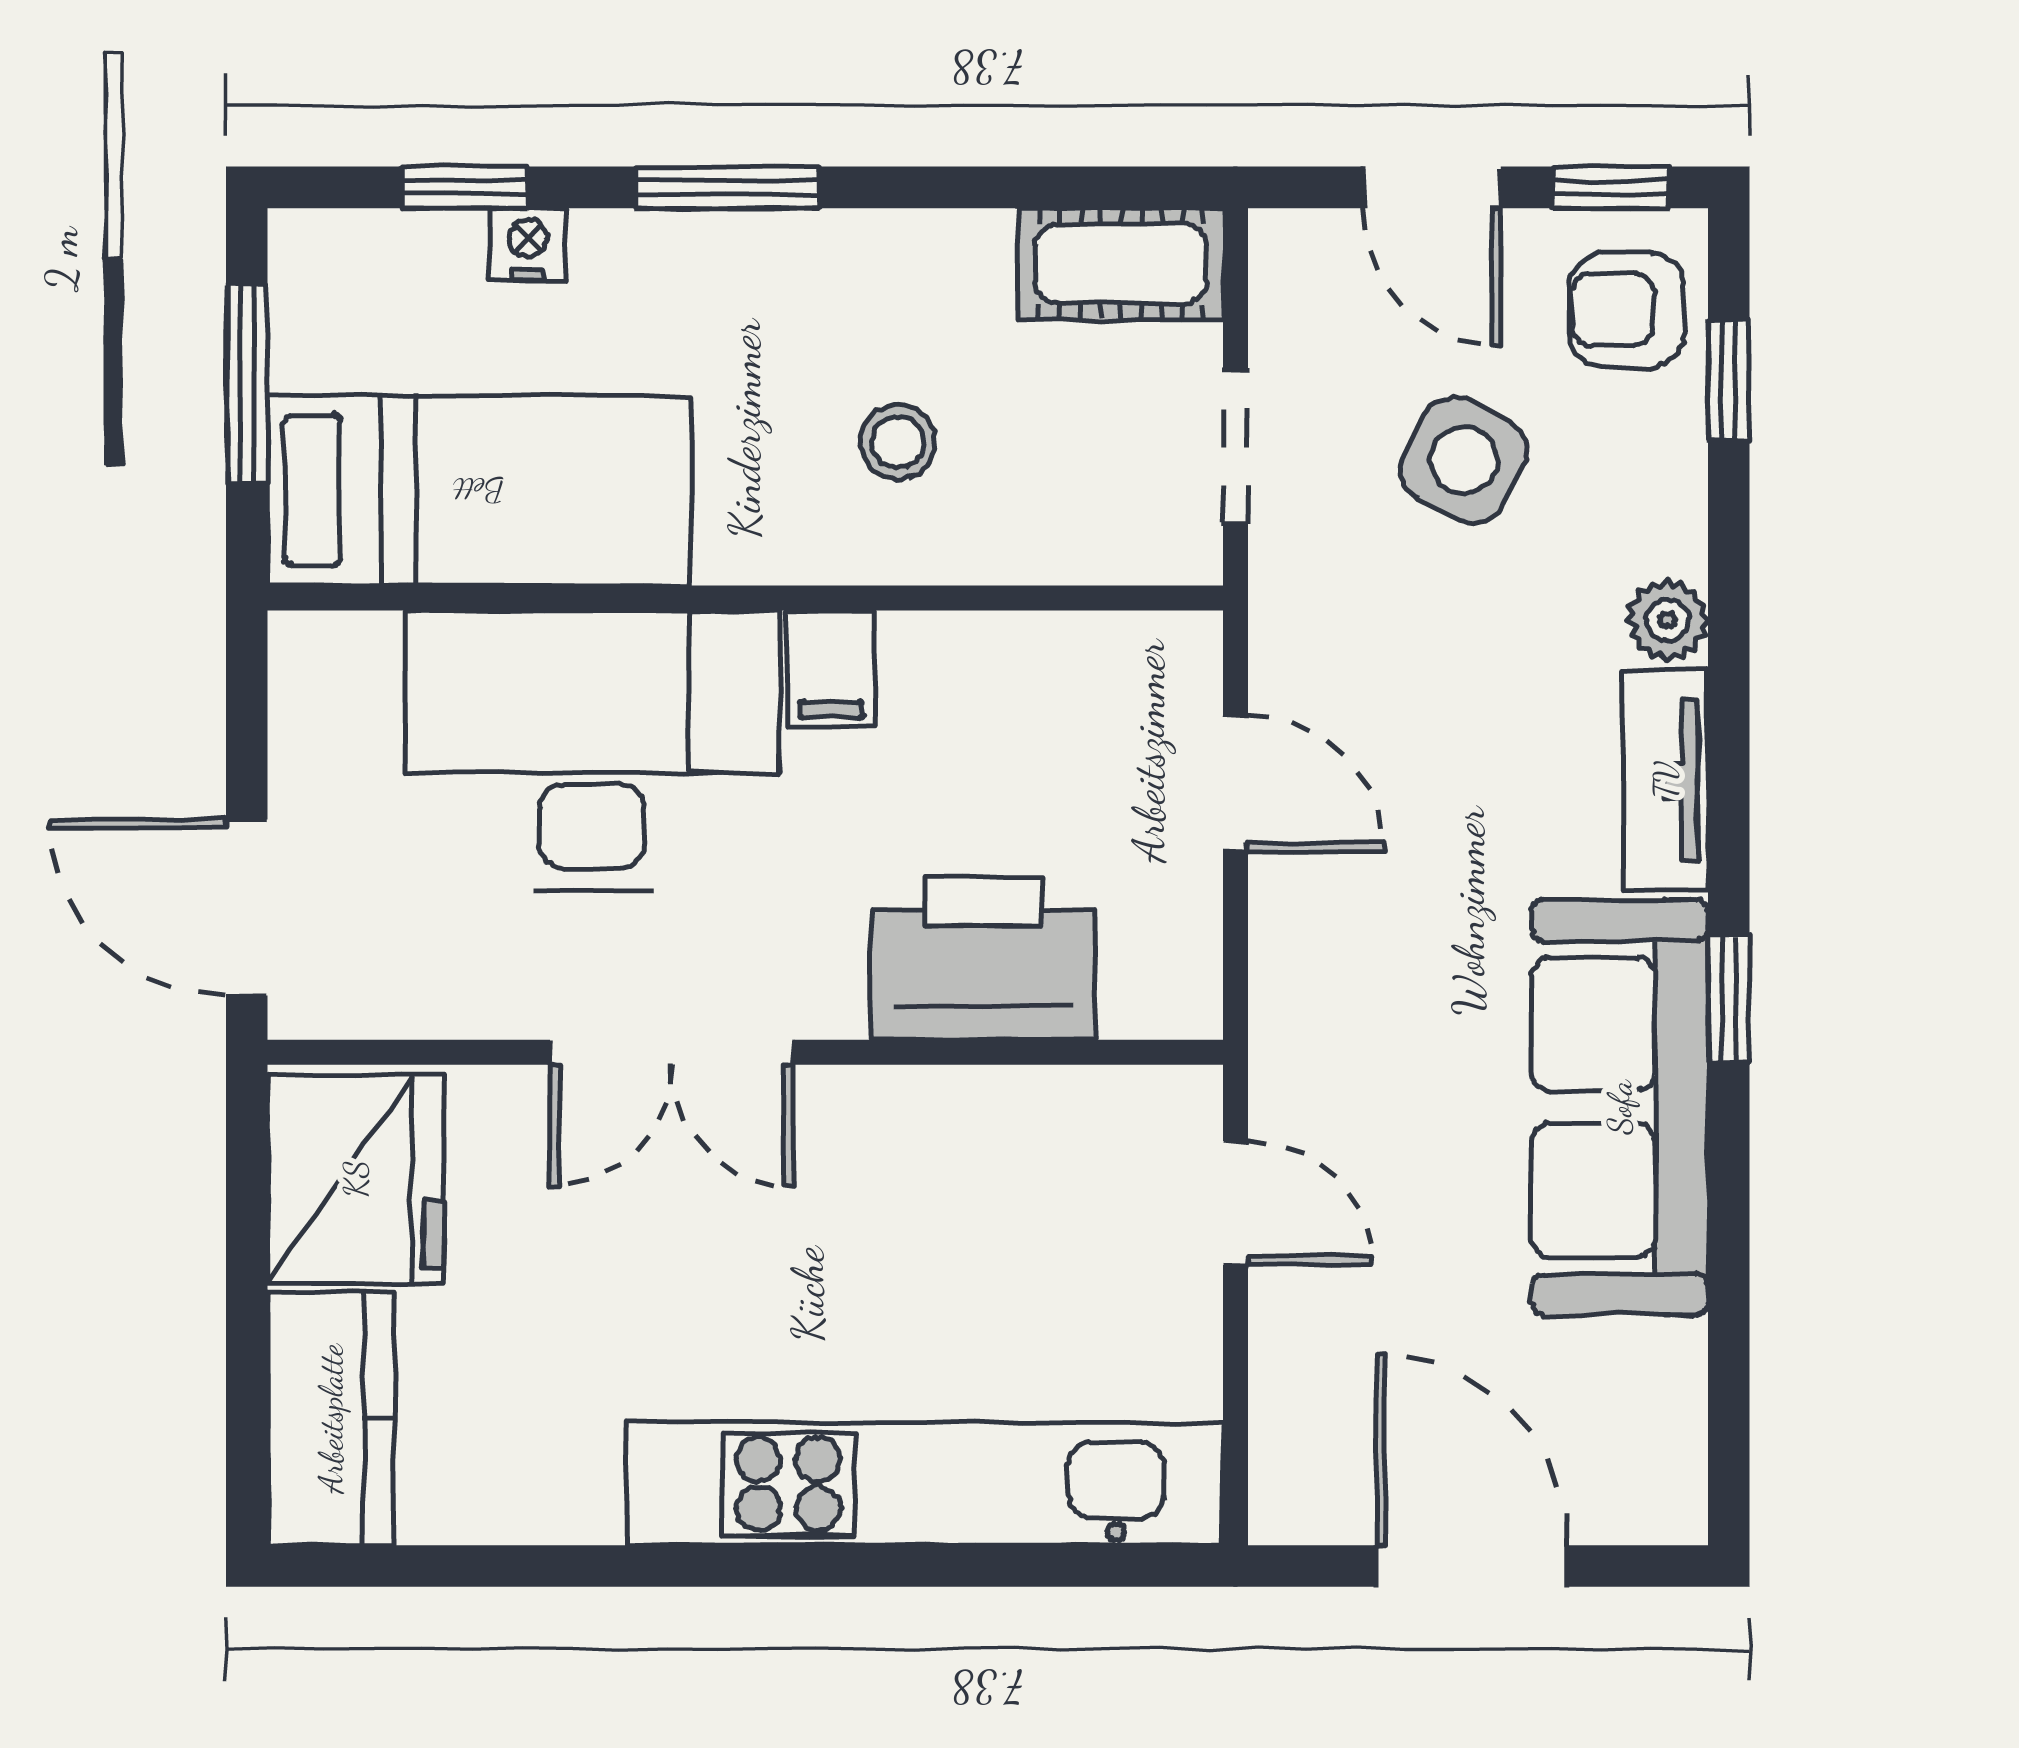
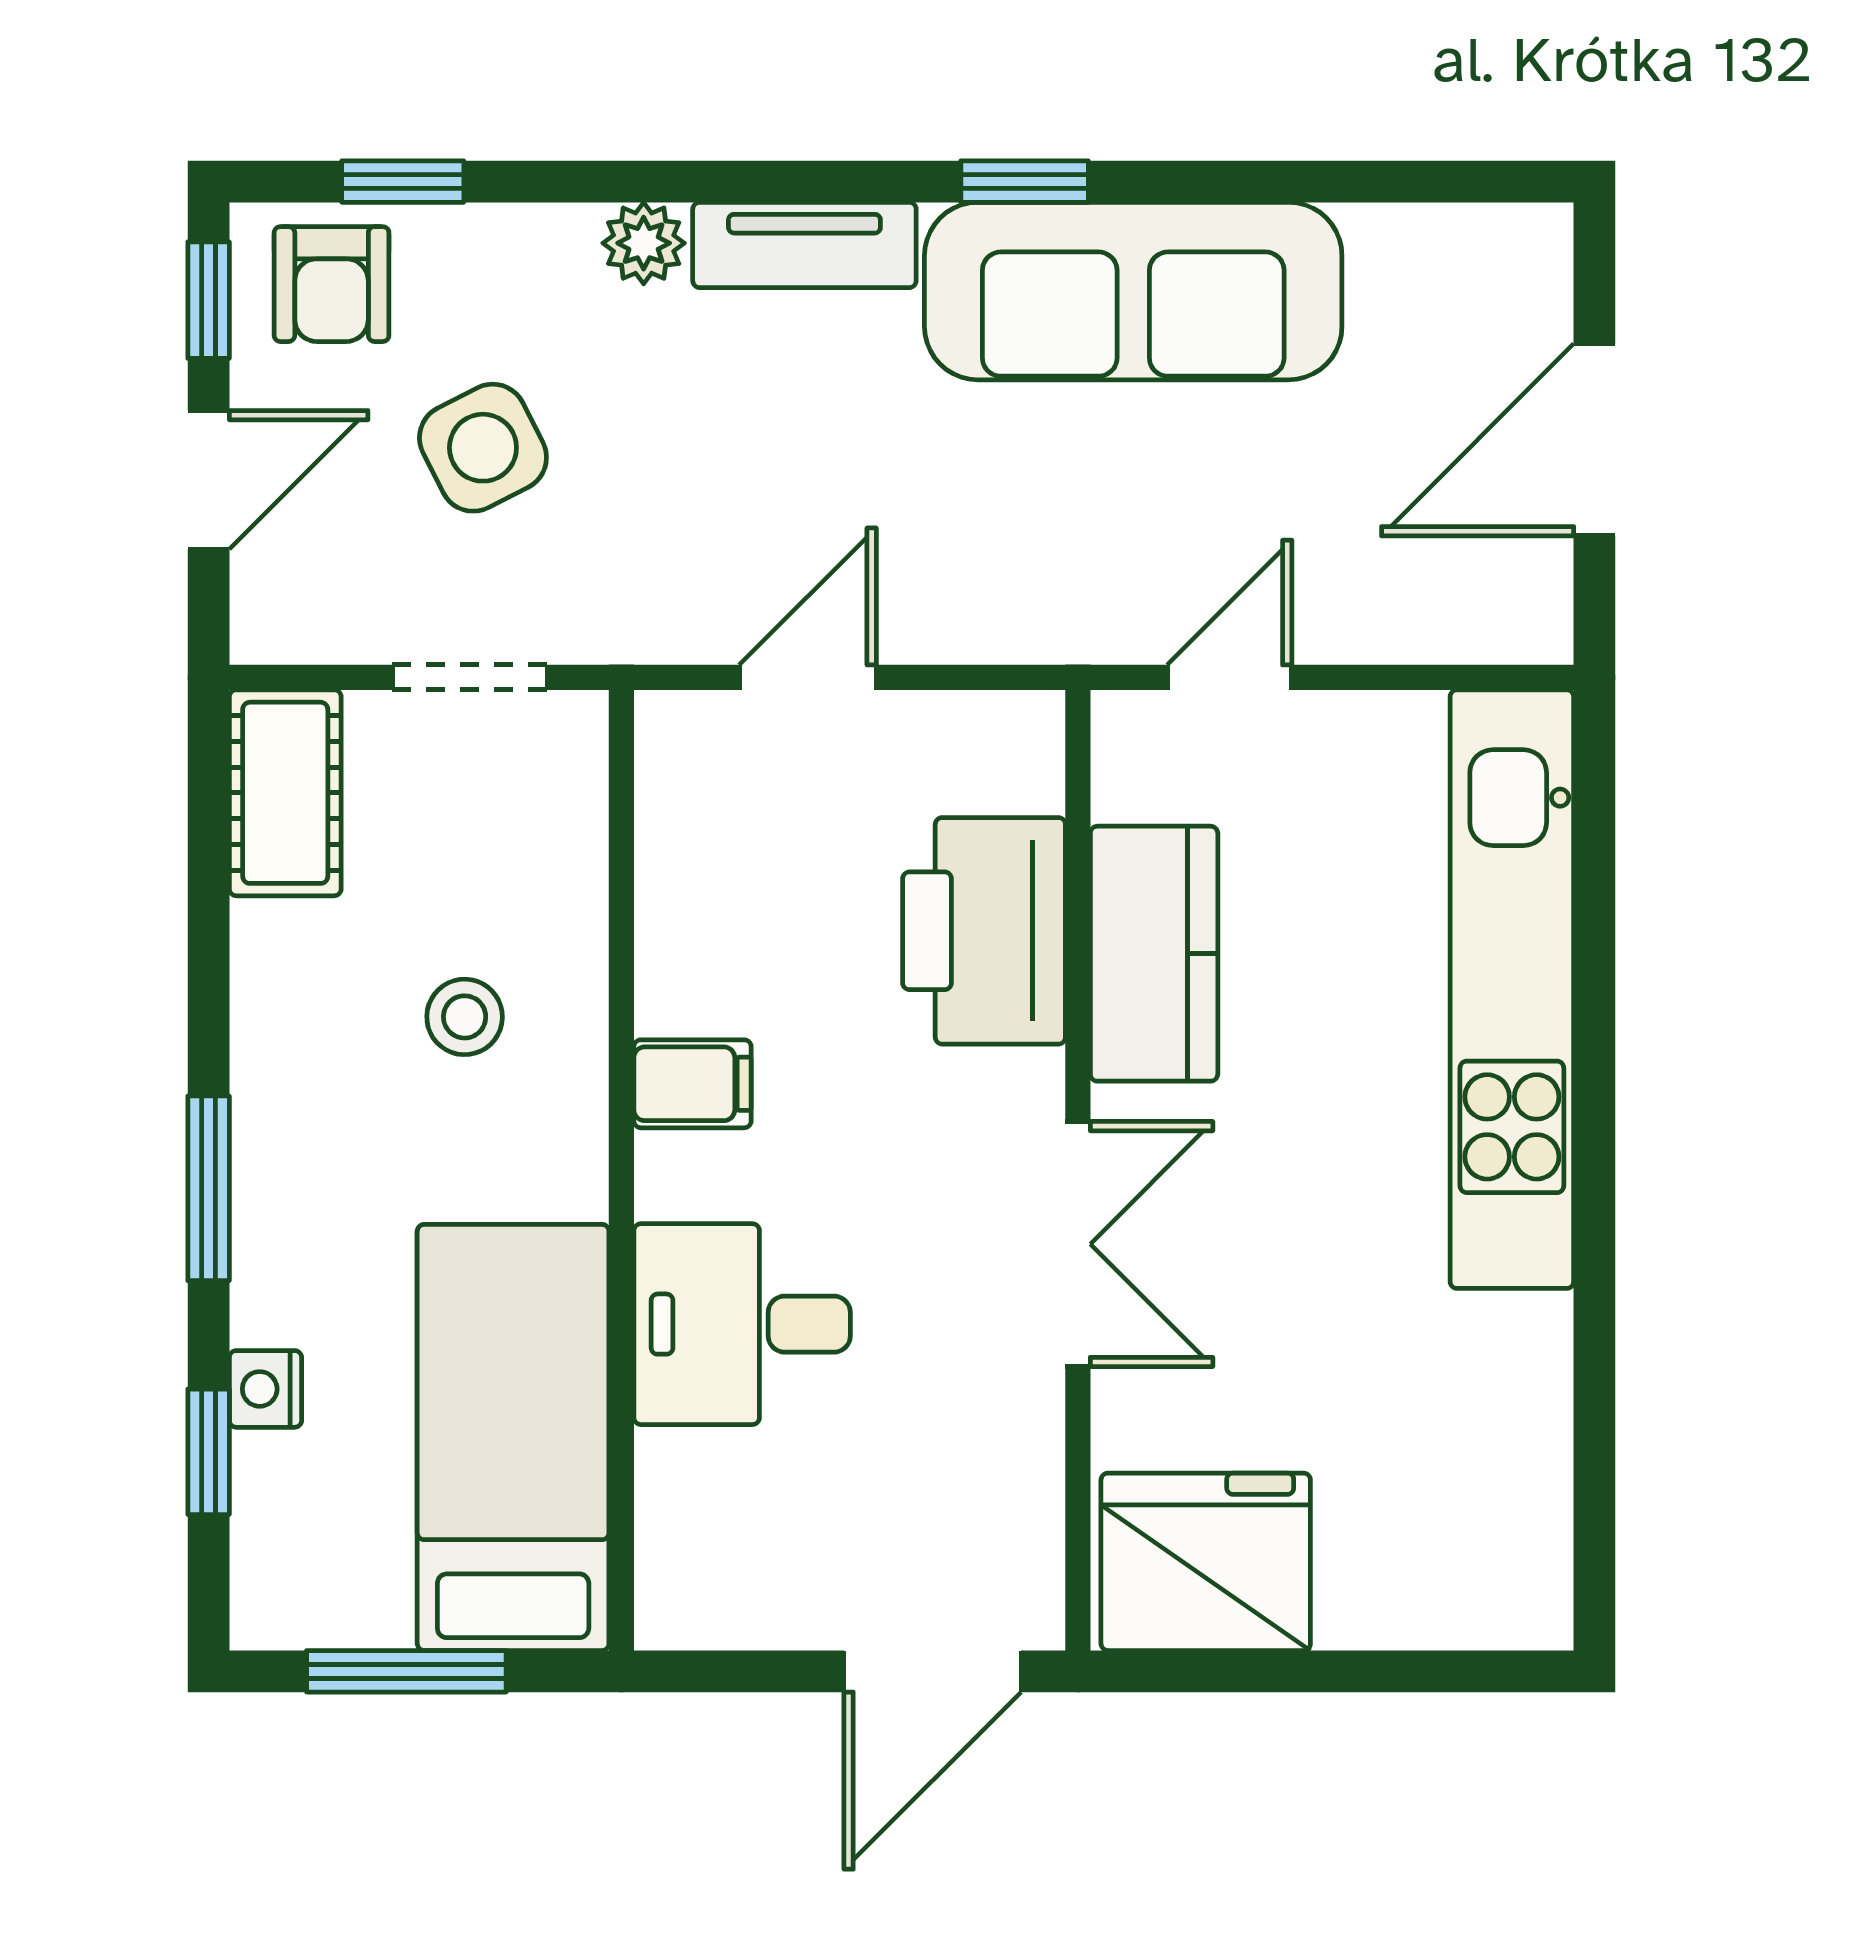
side table: (1464, 460) -> (483, 448), turned 36
desk: (592, 751) -> (742, 1324), width x0.53, depth x0.77
kitchen counter: (331, 1419) -> (1154, 954), moved, turned 90

